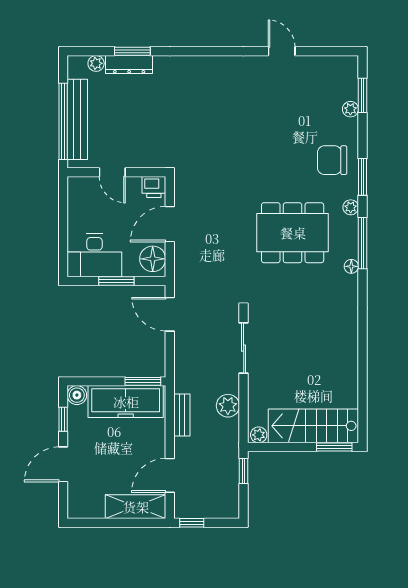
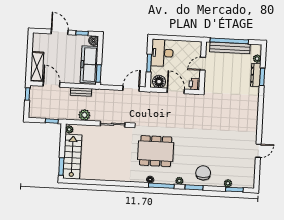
dining table: (293, 233) -> (156, 151), moved, turned 90

